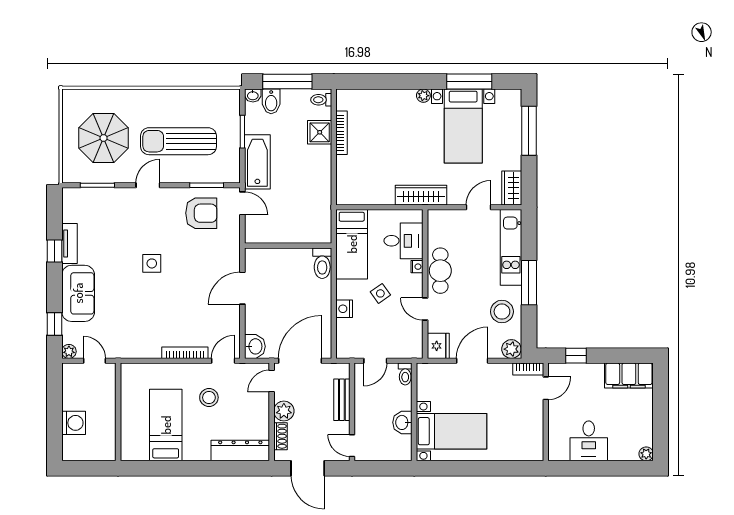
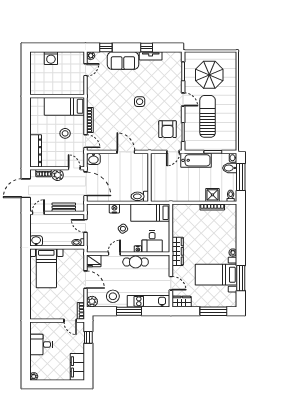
wall: (118, 412) -> (57, 96), moved
washbasin: (402, 422) -> (36, 241), moved
bed: (166, 425) -> (64, 106), moved, turned 180

